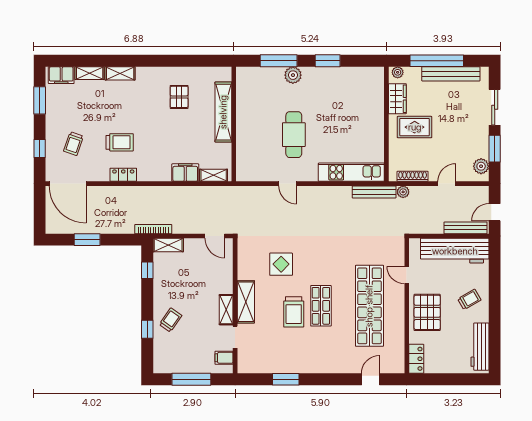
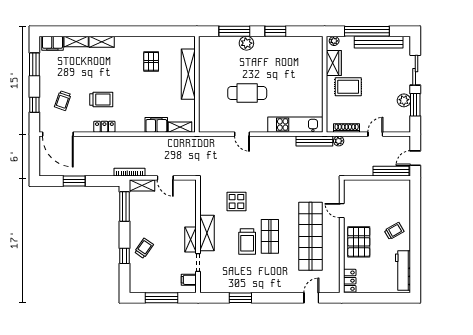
cafe table: (294, 135) -> (247, 93), turned 90
plant: (481, 166) -> (404, 100), moved
door: (215, 236) -> (165, 178), moved
workbench: (455, 251) -> (382, 190), removed
window: (147, 270) -> (124, 206), width x2.17

